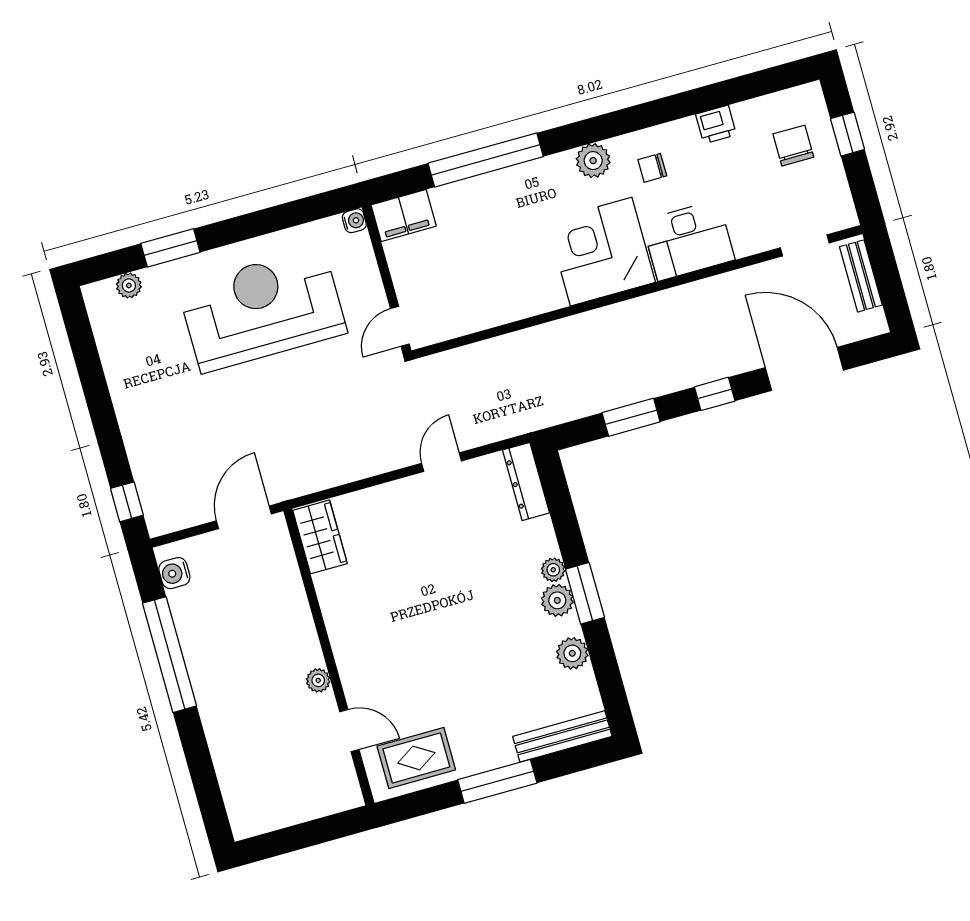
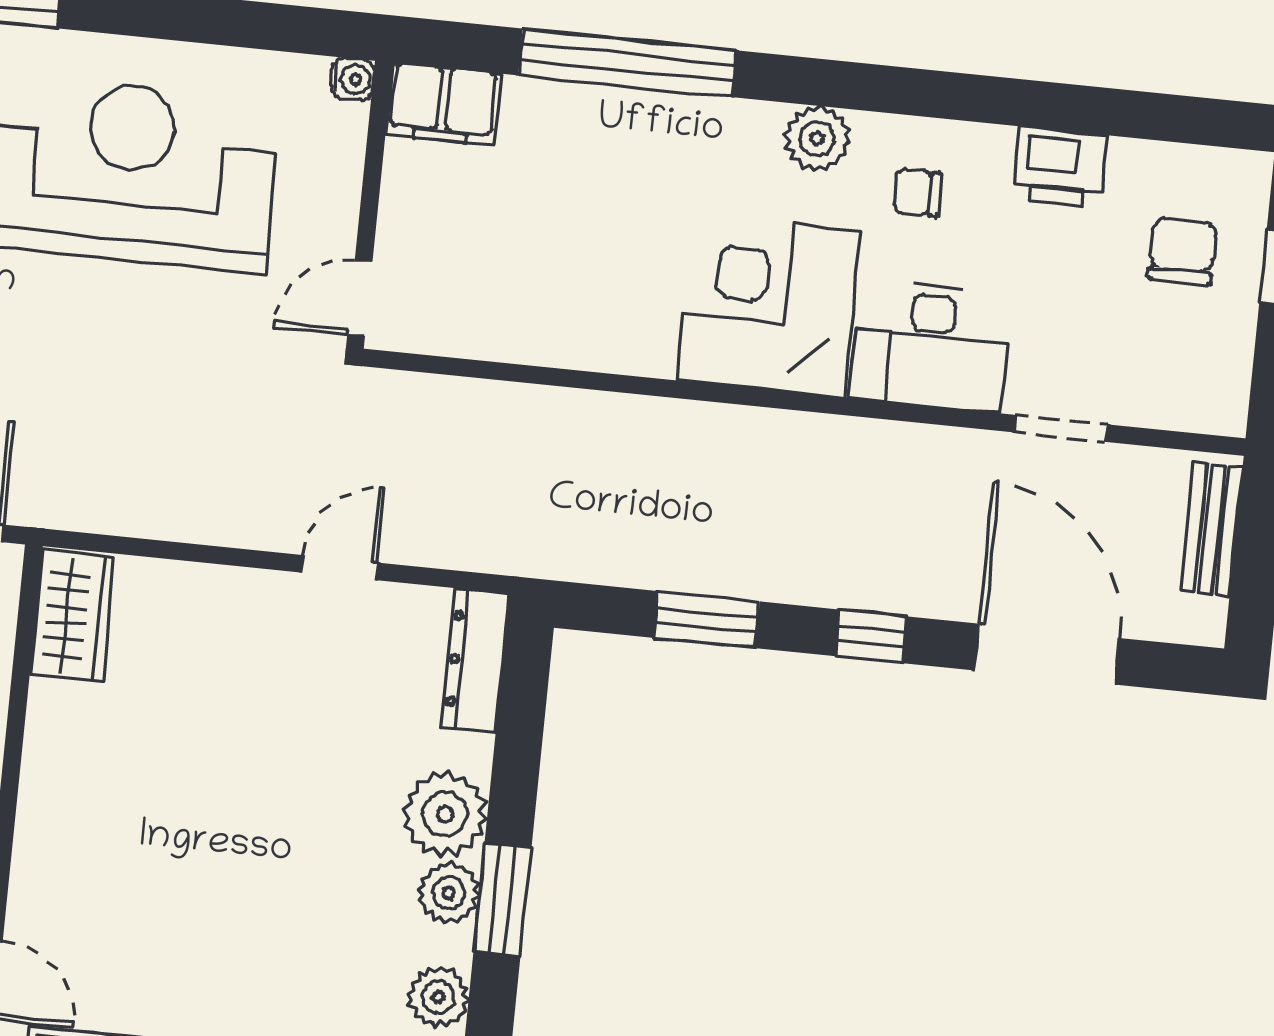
printer: (716, 124) -> (1060, 167), width x1.36, depth x1.24
doorway: (805, 245) -> (1060, 428), moved
plant: (553, 570) -> (445, 814), width x1.88, depth x1.88

